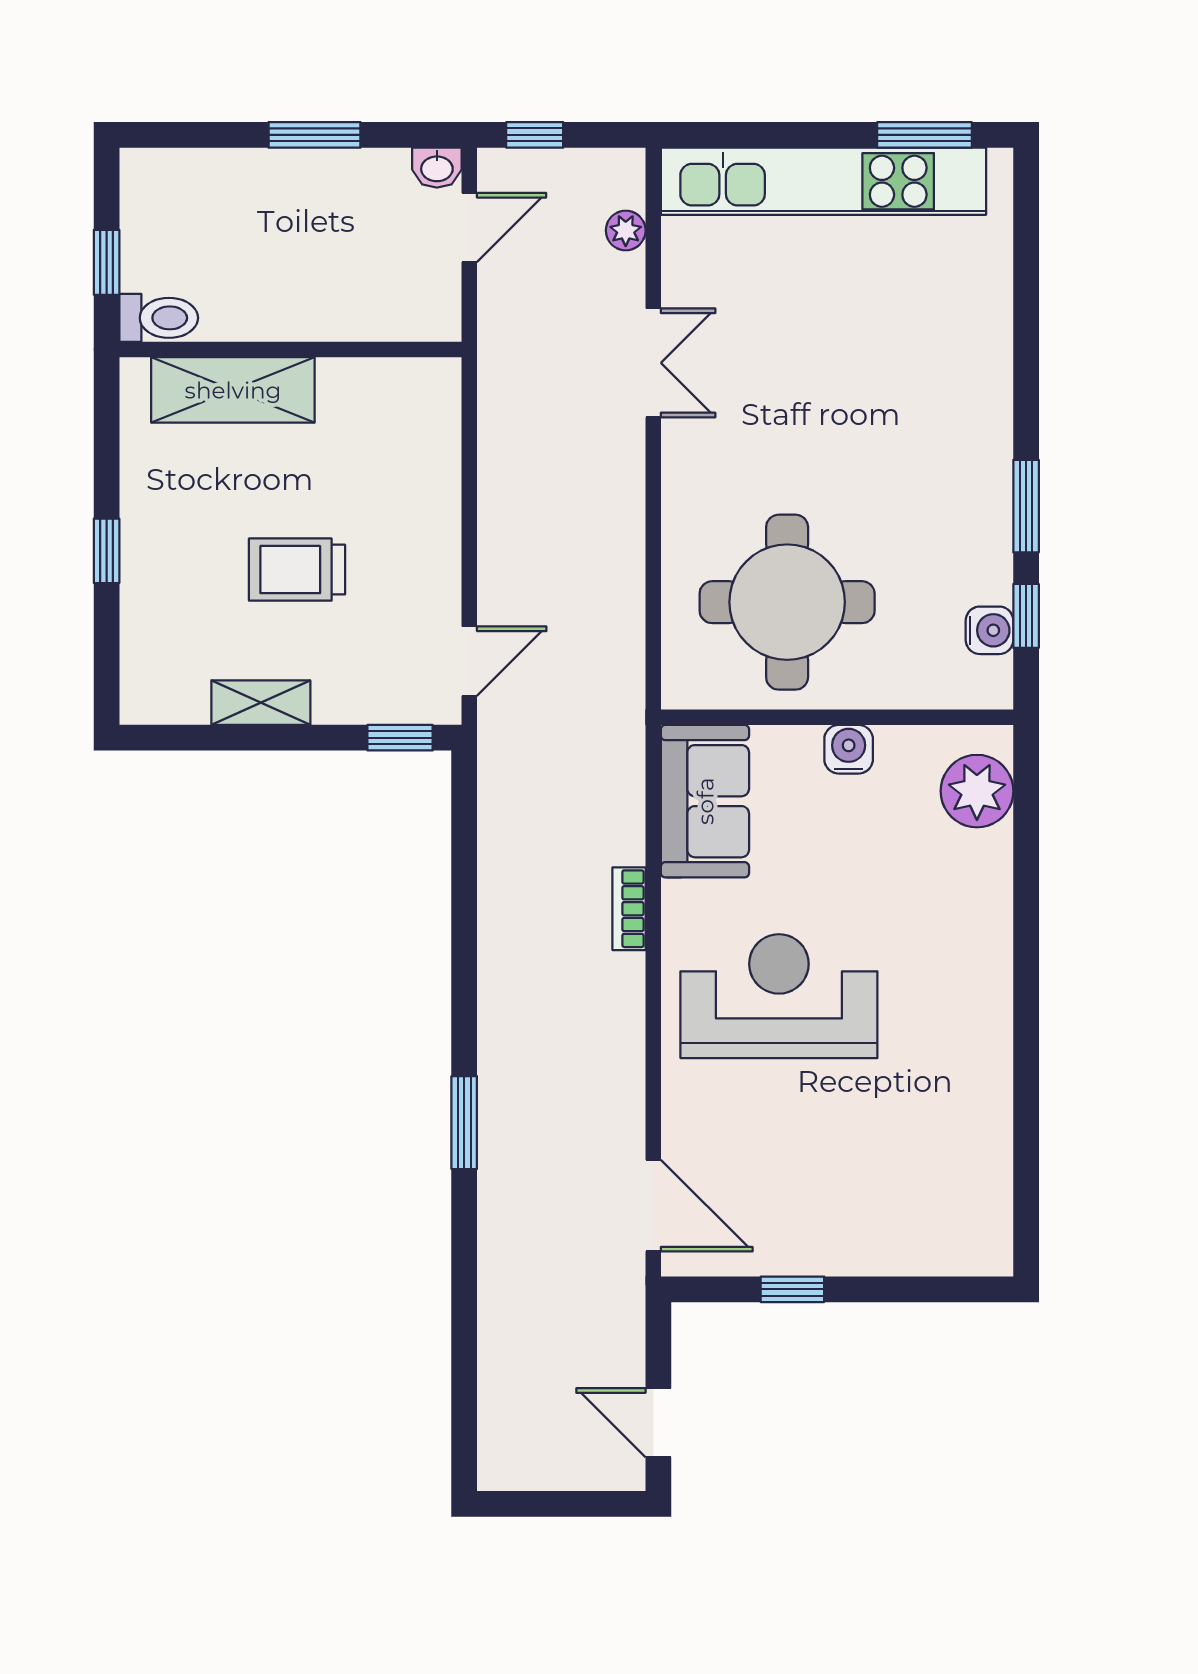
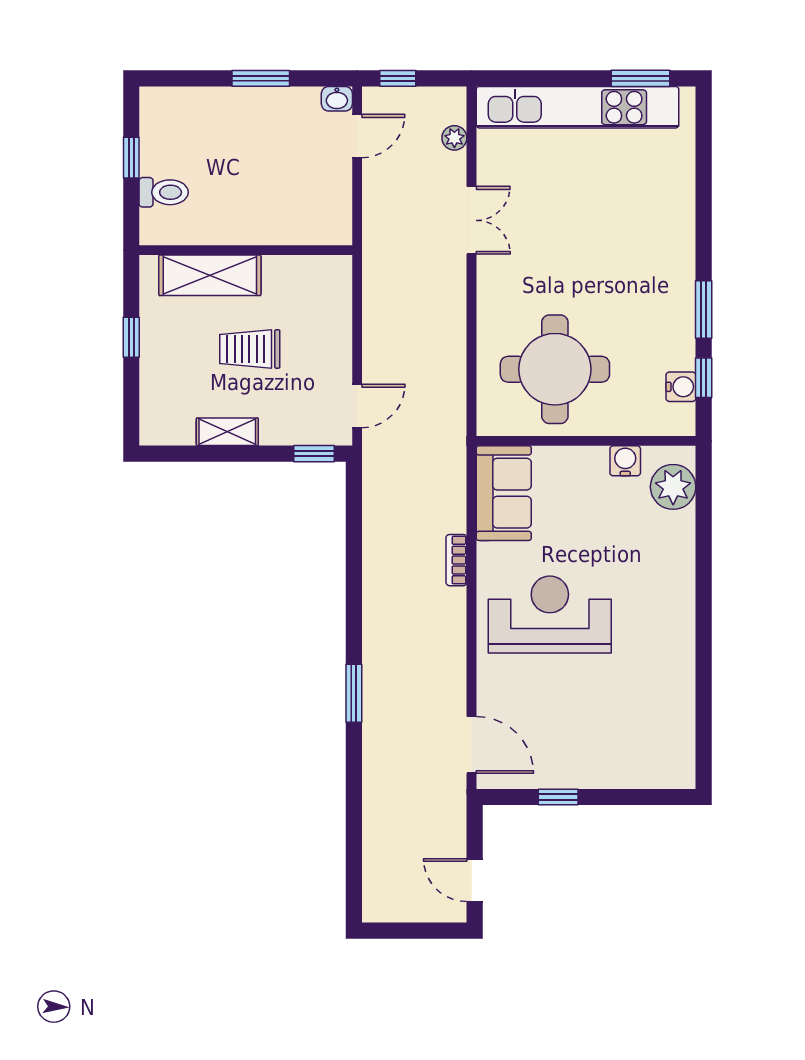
wall: (290, 349) -> (246, 250), moved
shelving: (233, 390) -> (210, 275), moved
water cooler: (849, 749) -> (625, 461), moved

